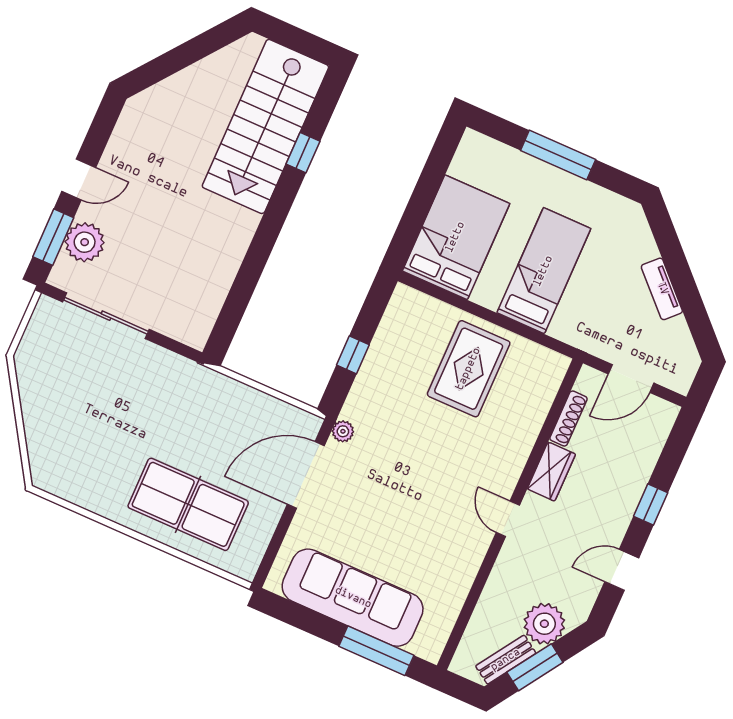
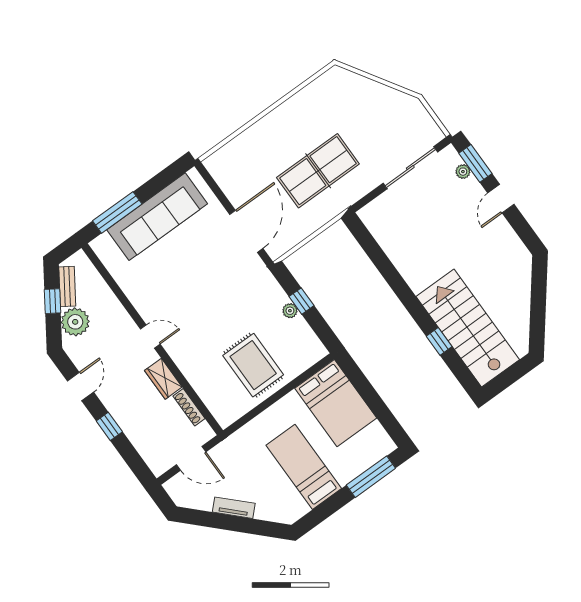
window: (558, 155) -> (371, 477), moved
plant: (85, 242) -> (463, 172), width x0.53, depth x0.53
bed: (544, 271) -> (304, 467), moved, turned 180
door: (631, 378) -> (191, 458), swing flipped
plant: (343, 431) -> (290, 311), moved
table tennis table: (188, 504) -> (318, 171), moved
window: (535, 667) -> (53, 301), width x0.67

